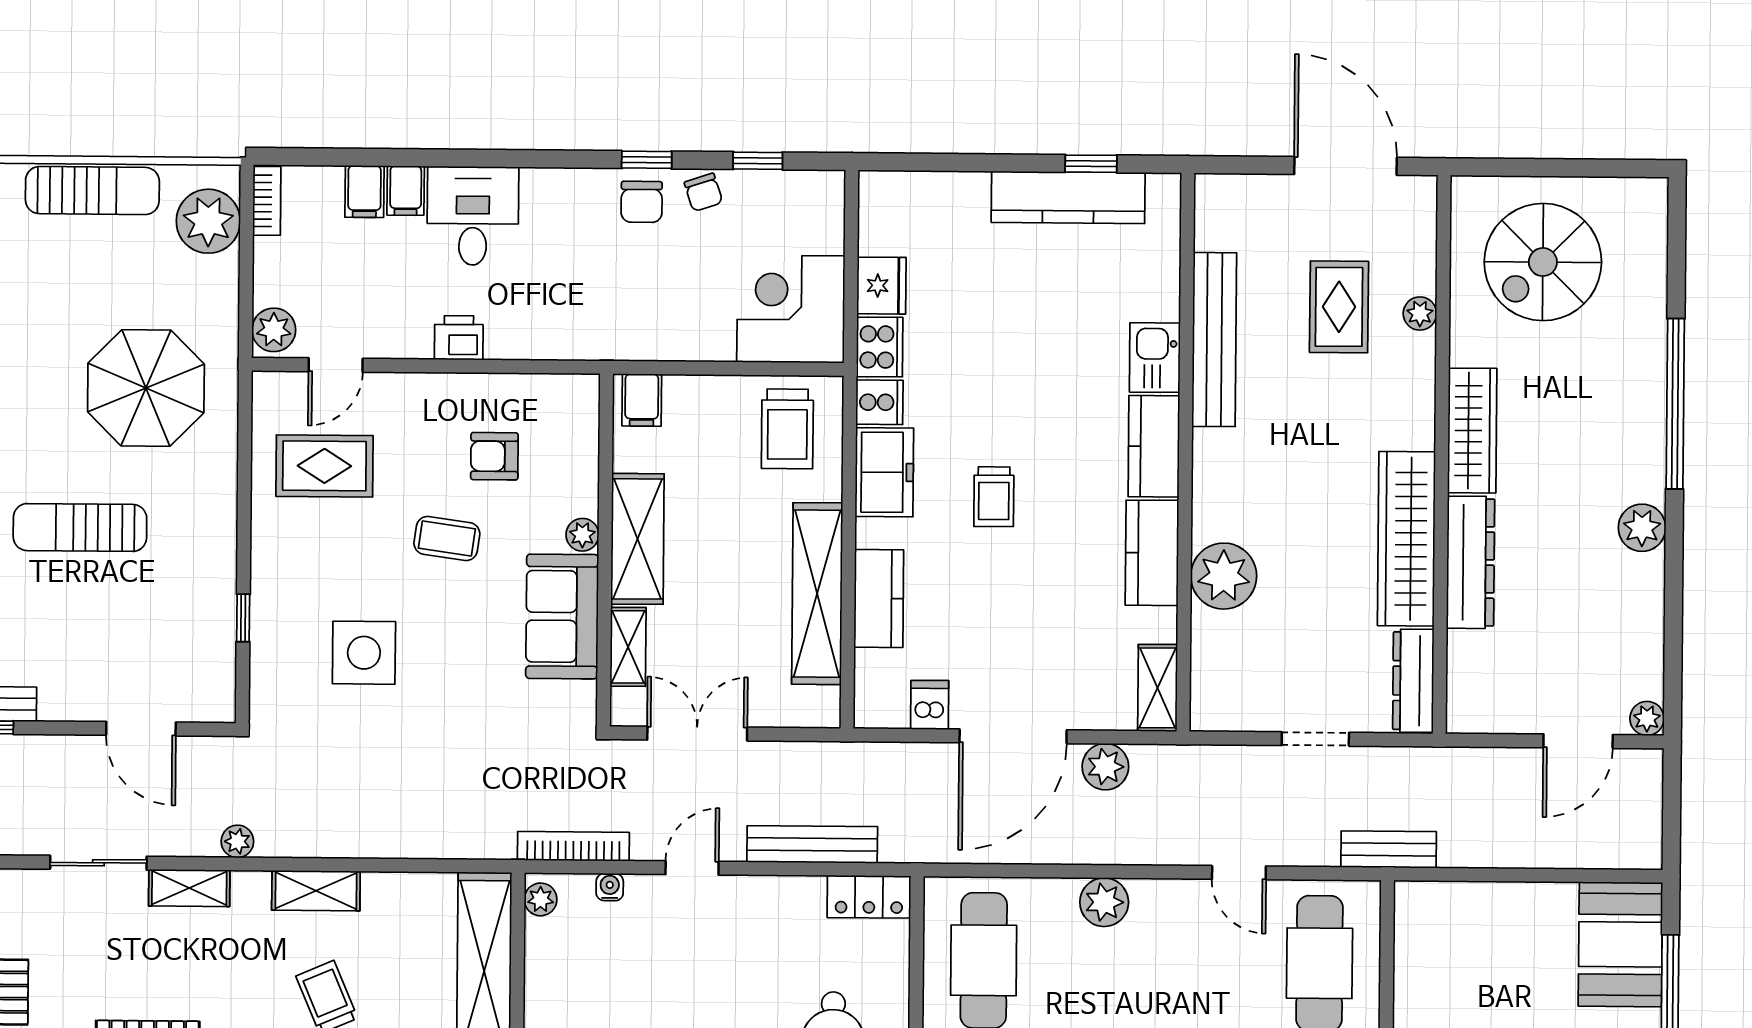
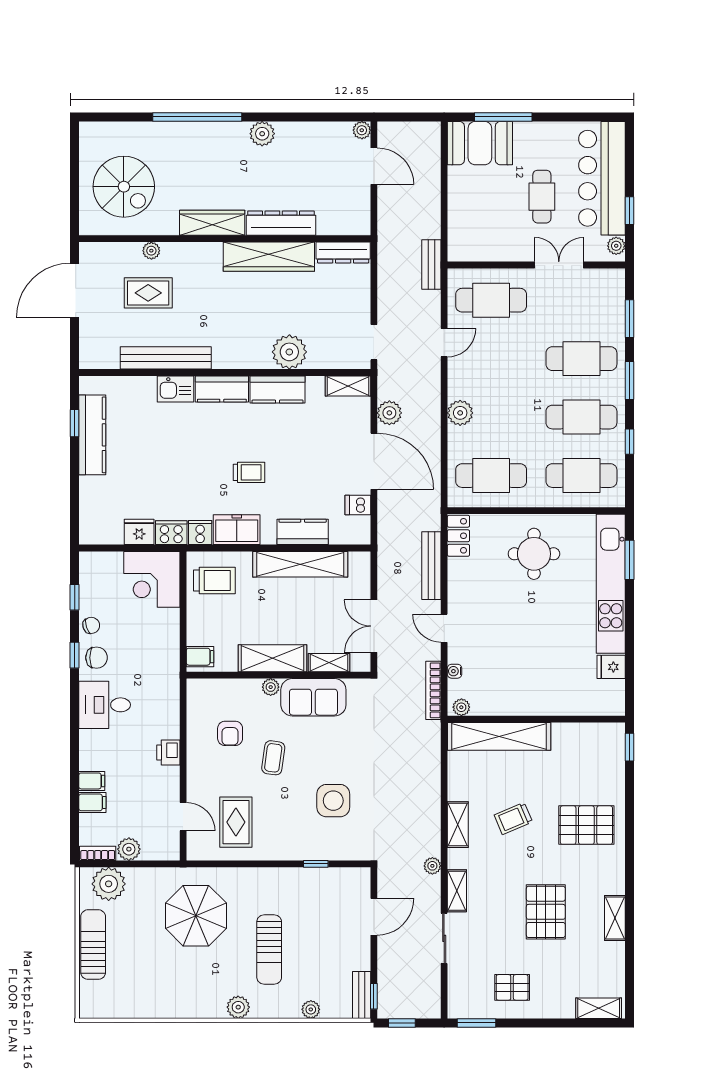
desk: (473, 216) -> (105, 705), moved
plant: (274, 330) -> (129, 849), moved
doorway: (1315, 739) -> (374, 342), moved

